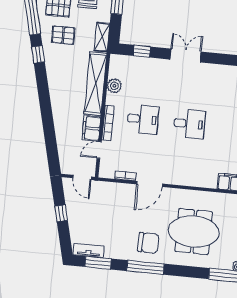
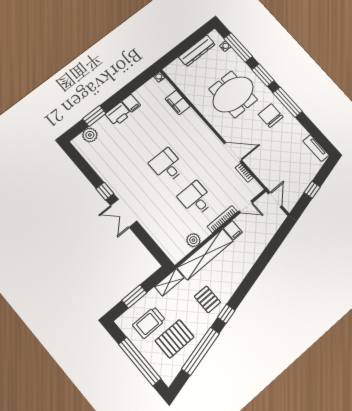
pallet: (63, 35) -> (207, 299), moved
window: (142, 51) -> (105, 191), moved
filing cabinet: (91, 128) -> (233, 230), width x0.50
meeting table: (194, 232) -> (233, 94), turned 90
window: (98, 263) -> (263, 75), moved

